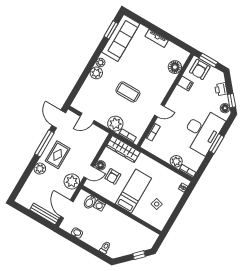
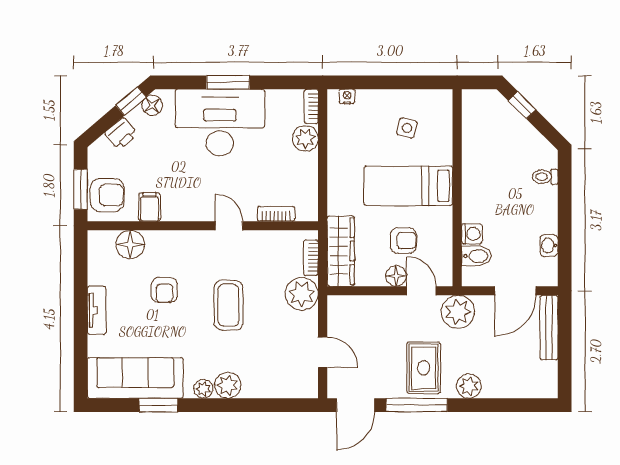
window: (111, 30) -> (159, 405), moved
armchair: (149, 70) -> (164, 290), added
rug: (58, 155) -> (424, 368), turned 90

